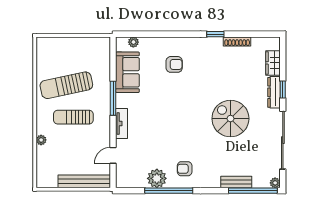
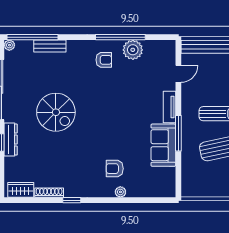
plant: (133, 42) -> (120, 192), moved
wardrobe: (273, 63) -> (21, 190), moved, turned -90
sofa: (127, 72) -> (163, 145), moved

